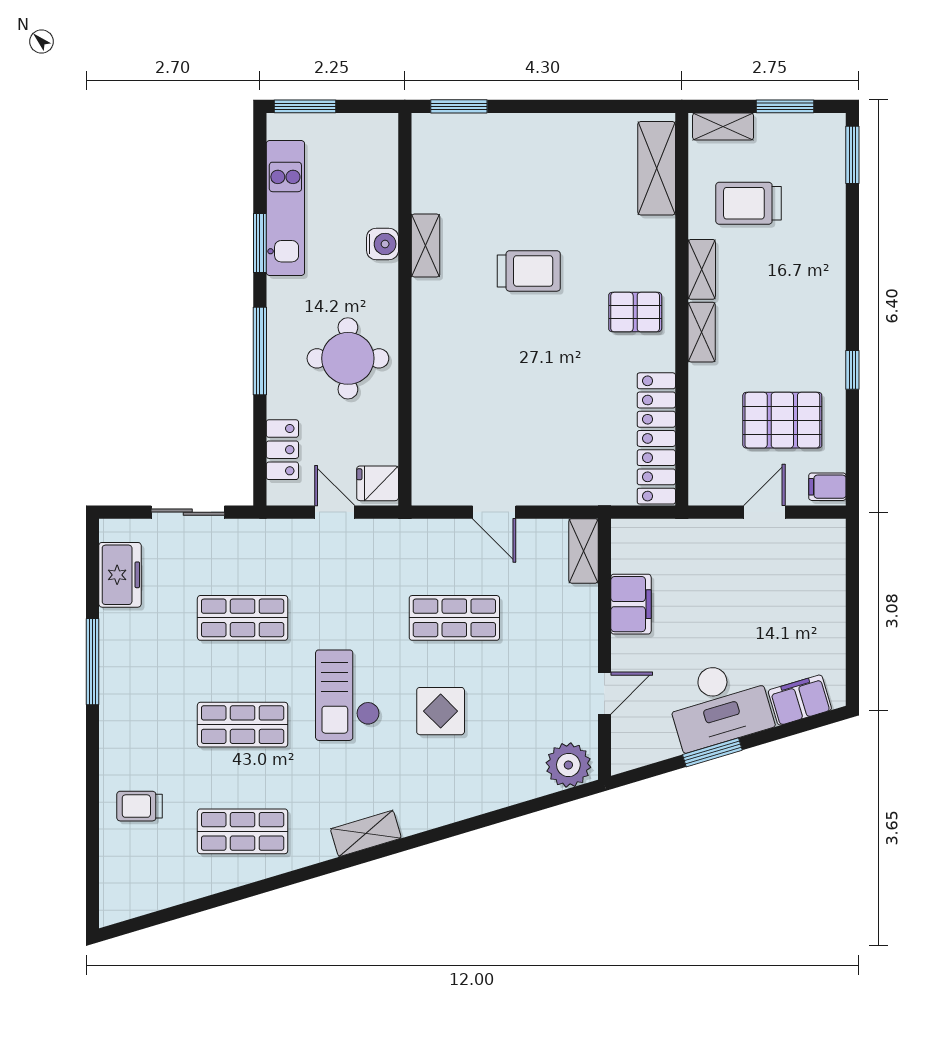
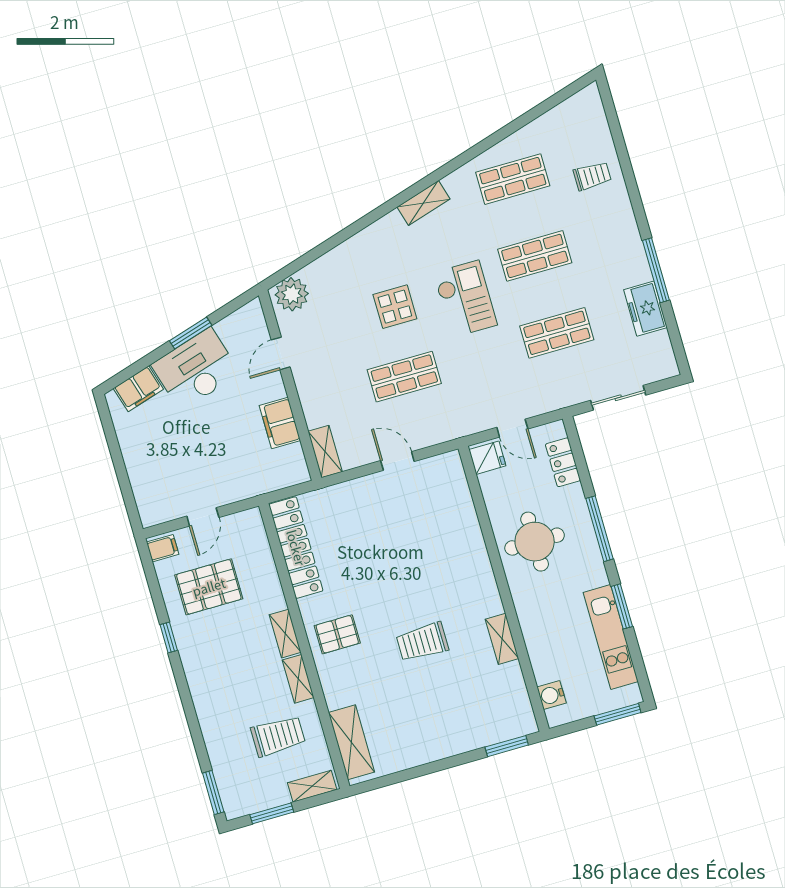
water cooler: (383, 244) -> (552, 695), moved
freezer: (120, 575) -> (645, 309), moved

